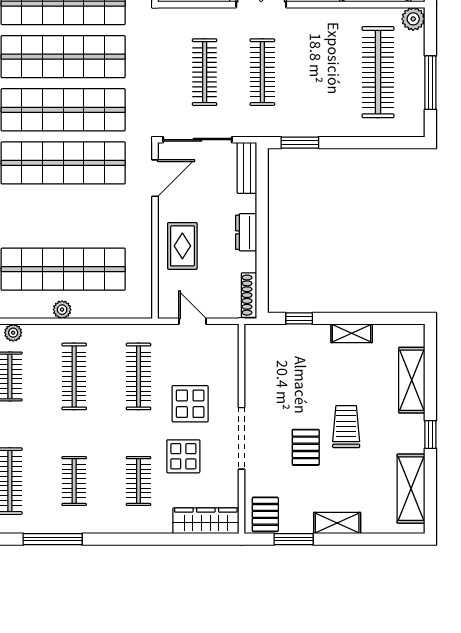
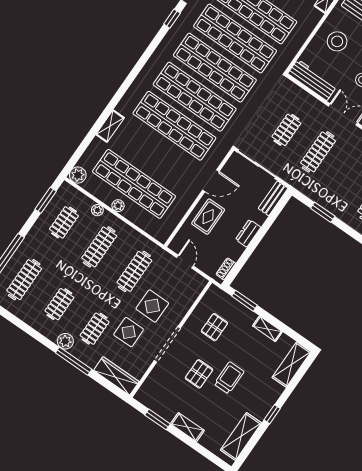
clothes rail: (205, 72) -> (286, 130), width x0.73
window: (300, 143) -> (323, 212), moved
door: (155, 178) -> (211, 181), moved
shoe rack: (249, 295) -> (226, 269), width x0.70
window: (299, 318) -> (244, 301), width x1.50
plant: (13, 333) -> (97, 210), moved
shelving: (412, 380) -> (291, 365), moved
pallet: (265, 514) -> (214, 327), moved
plant: (113, 522) -> (65, 341), added
window: (53, 539) -> (74, 361), moved

